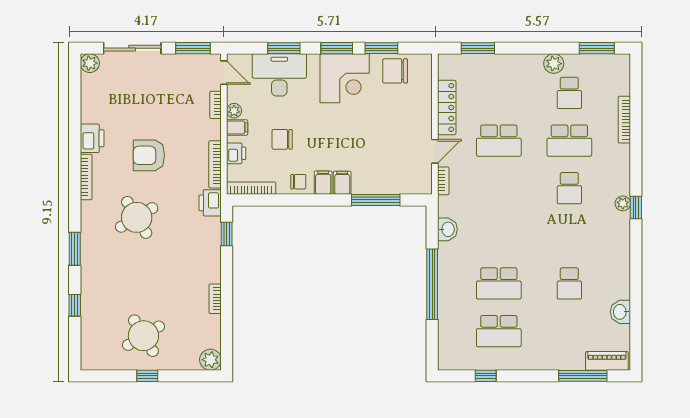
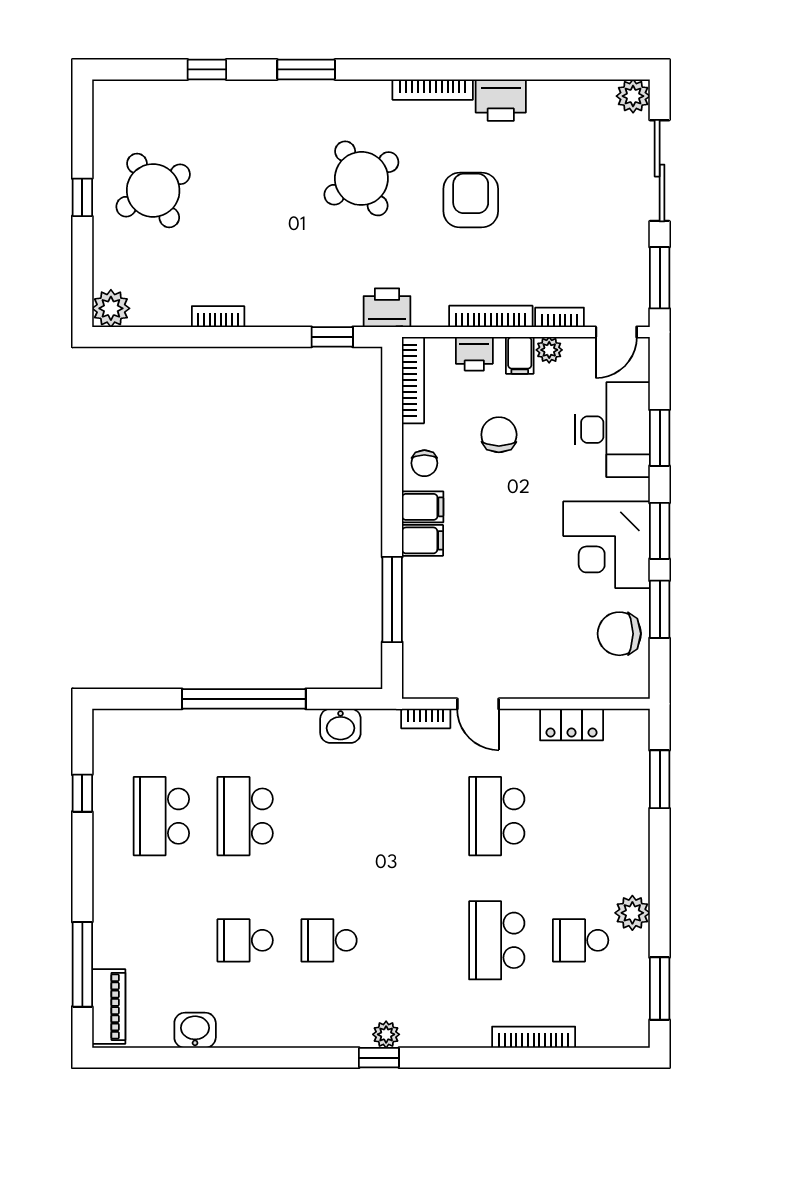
chair: (395, 71) -> (619, 634), turned -90
locker: (447, 107) -> (572, 725), width x0.66
bookcase: (215, 164) -> (491, 316), moved
school desk: (569, 188) -> (329, 940), moved

